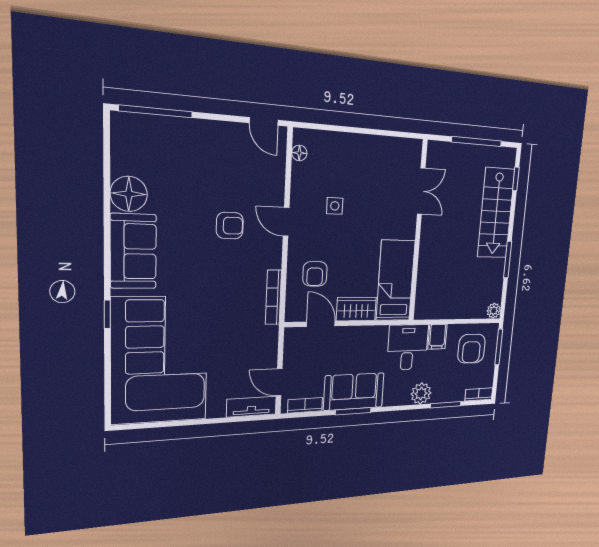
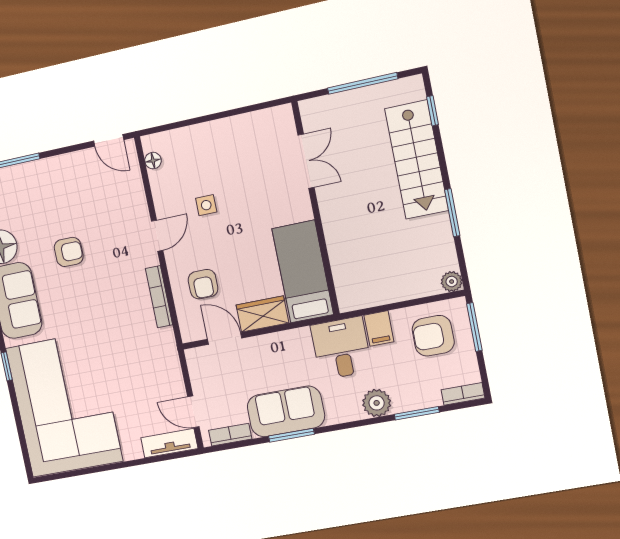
door: (286, 222) -> (157, 236), swing flipped
armchair: (230, 226) -> (69, 252), moved
bookcase: (273, 297) -> (159, 297), moved
armchair: (471, 349) -> (433, 336), turned 90

